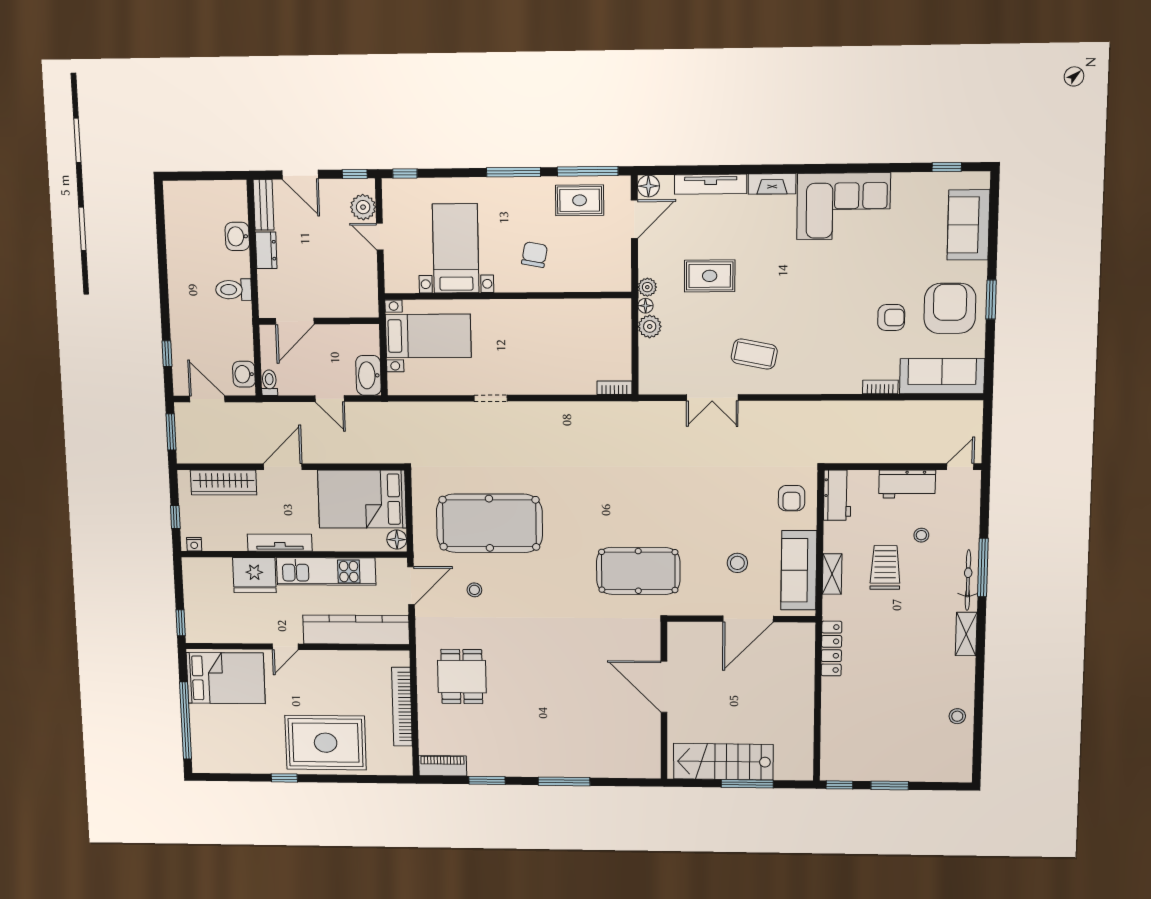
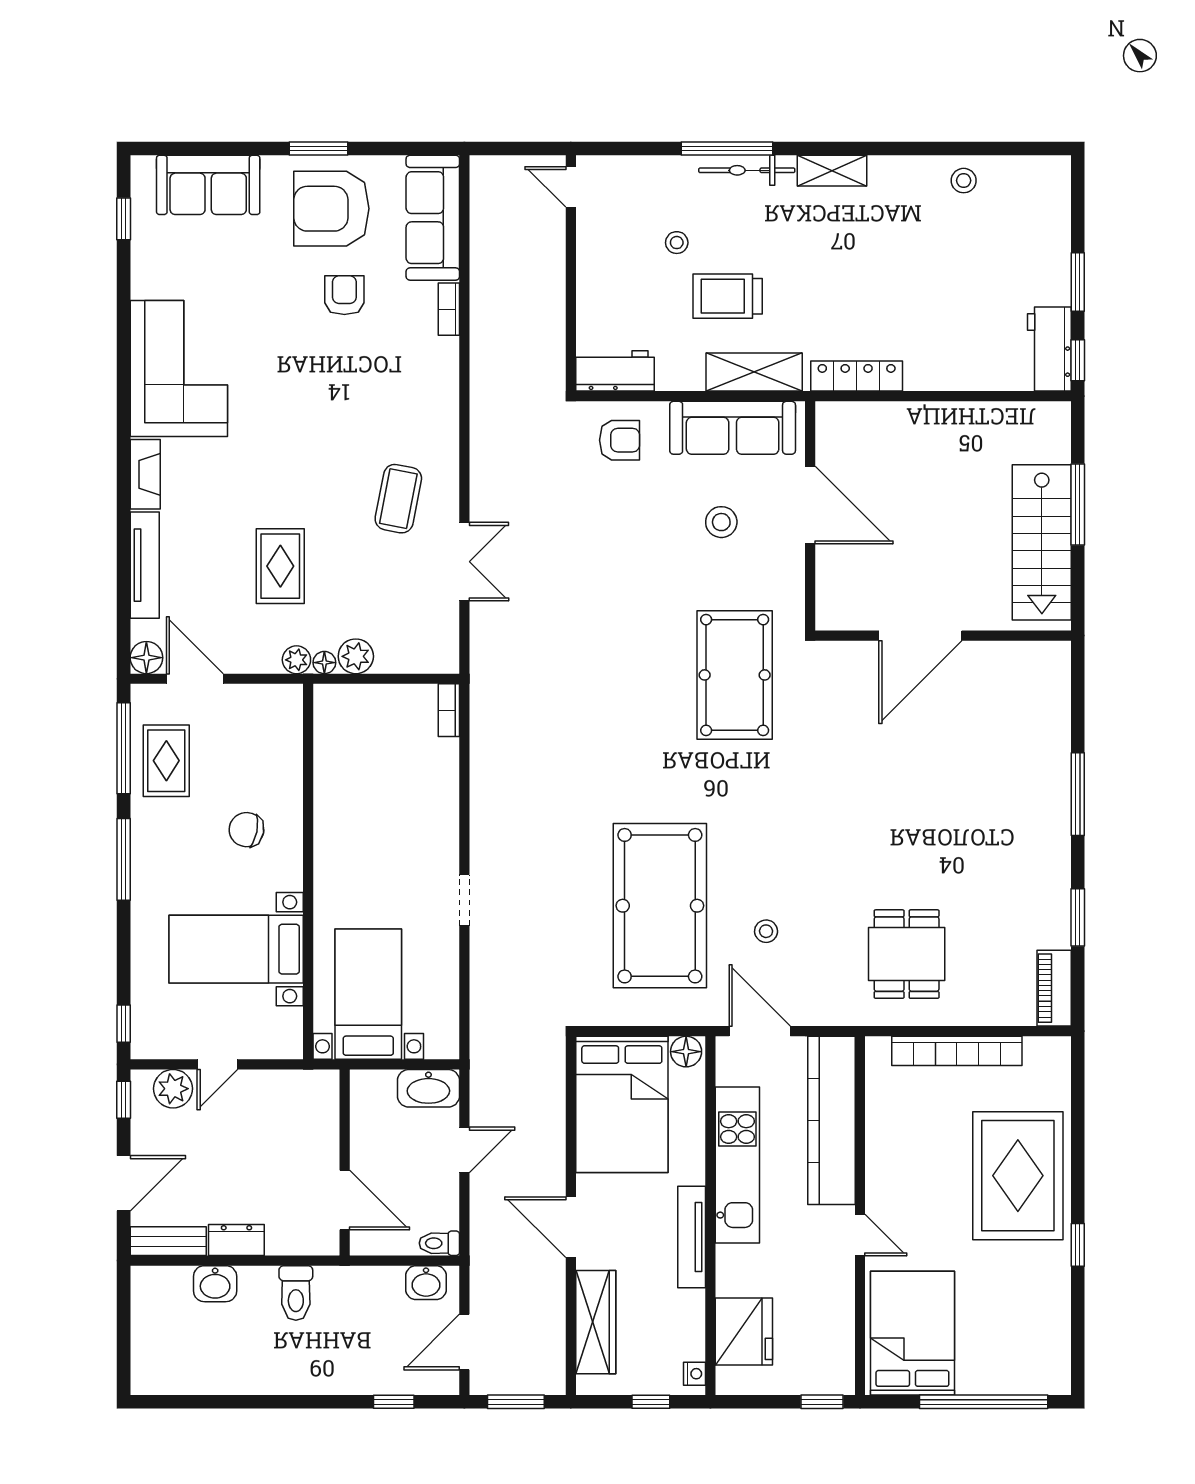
workbench: (907, 484) -> (1049, 349), moved, turned 180
shelving: (832, 574) -> (754, 372), width x1.50, depth x1.33
fridge: (254, 575) -> (744, 1331), moved
dining table: (462, 677) -> (907, 954), turned 90

